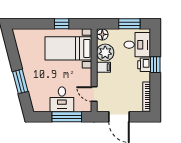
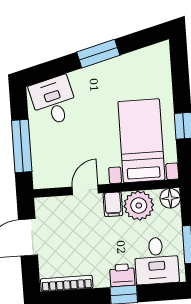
window: (20, 81) -> (98, 54), moved
door: (94, 94) -> (85, 190), moved
desk: (62, 99) -> (54, 101), moved, turned 76

